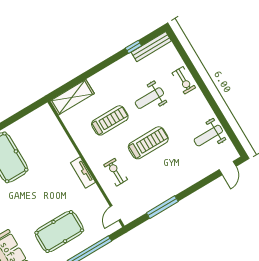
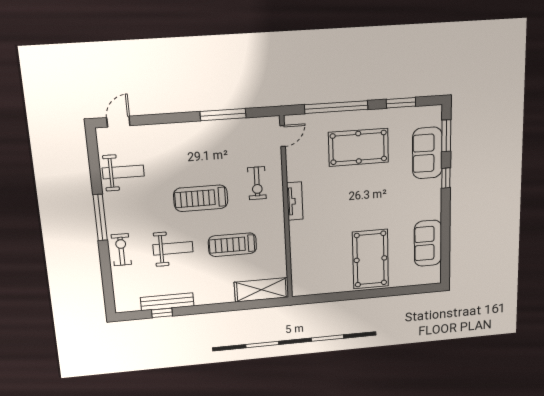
bench: (151, 47) -> (167, 302), moved
window: (208, 96) -> (100, 218), added

